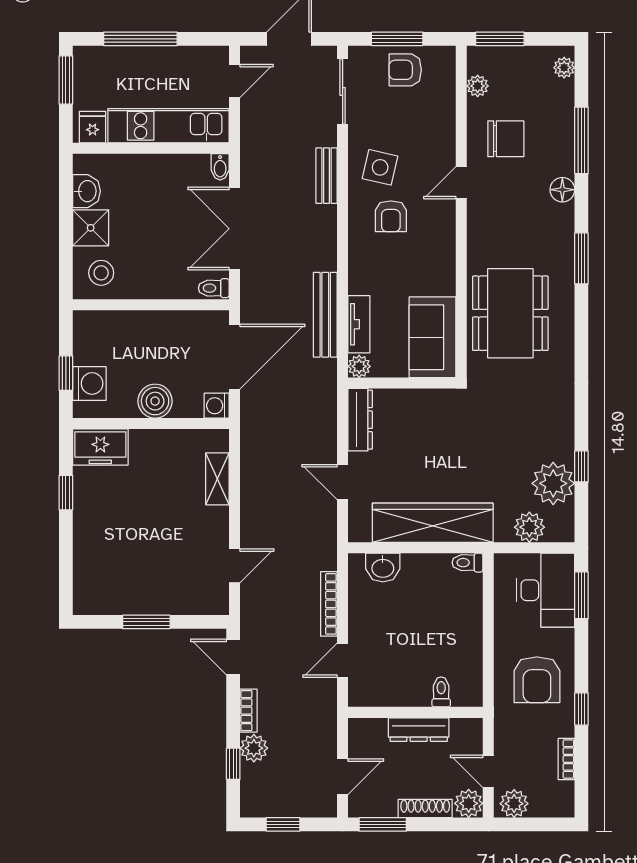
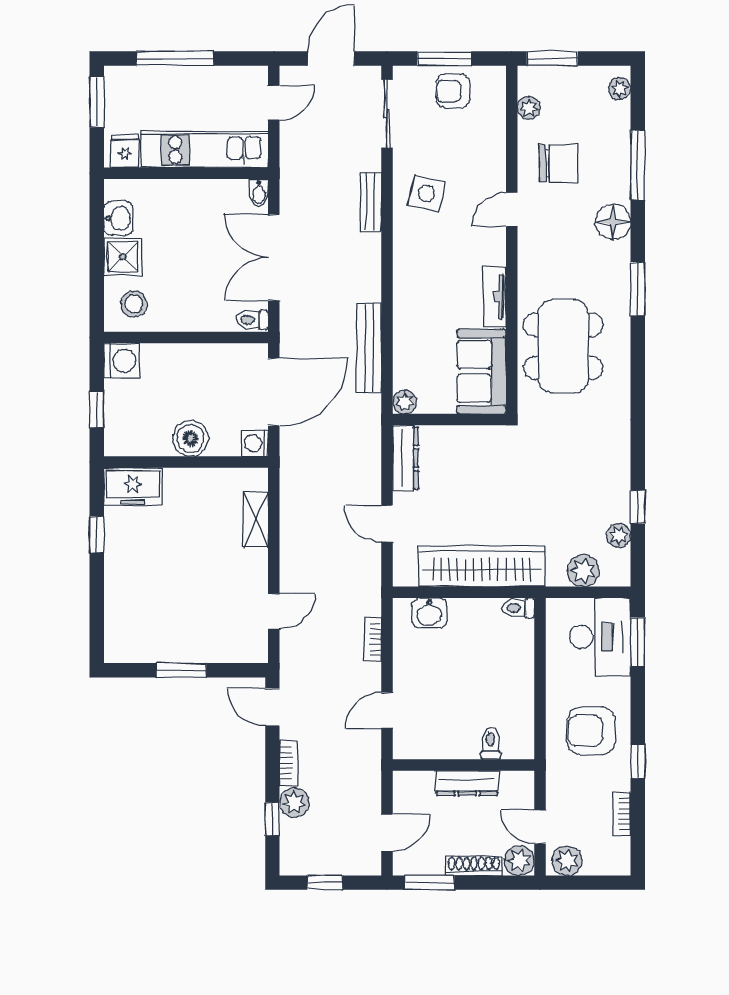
floor lamp: (562, 190) -> (613, 222), width x1.38, depth x1.38
armchair: (391, 216) -> (438, 245), removed
tv unit: (359, 324) -> (495, 297), moved, turned 180
washing machine: (89, 383) -> (122, 361), moved
plant: (553, 483) -> (619, 535), width x0.53, depth x0.53
bookcase: (329, 604) -> (373, 639), width x0.64
armchair: (537, 680) -> (591, 731), turned 90

